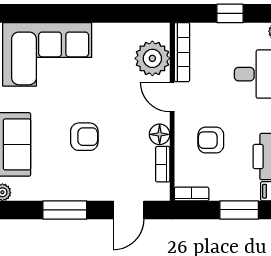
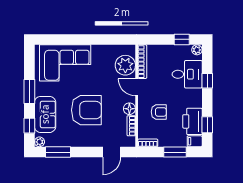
window: (230, 13) -> (182, 39), moved
armchair: (84, 137) -> (86, 110), width x1.88, depth x1.88
armchair: (211, 140) -> (159, 112), turned 180
window: (65, 210) -> (58, 152), moved

